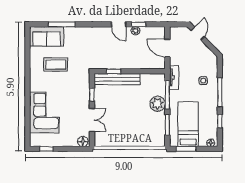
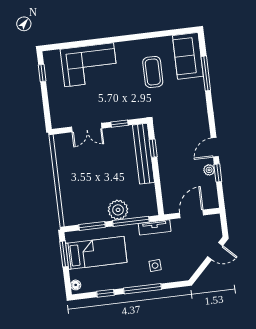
floor lamp: (83, 141) -> (57, 119), removed

